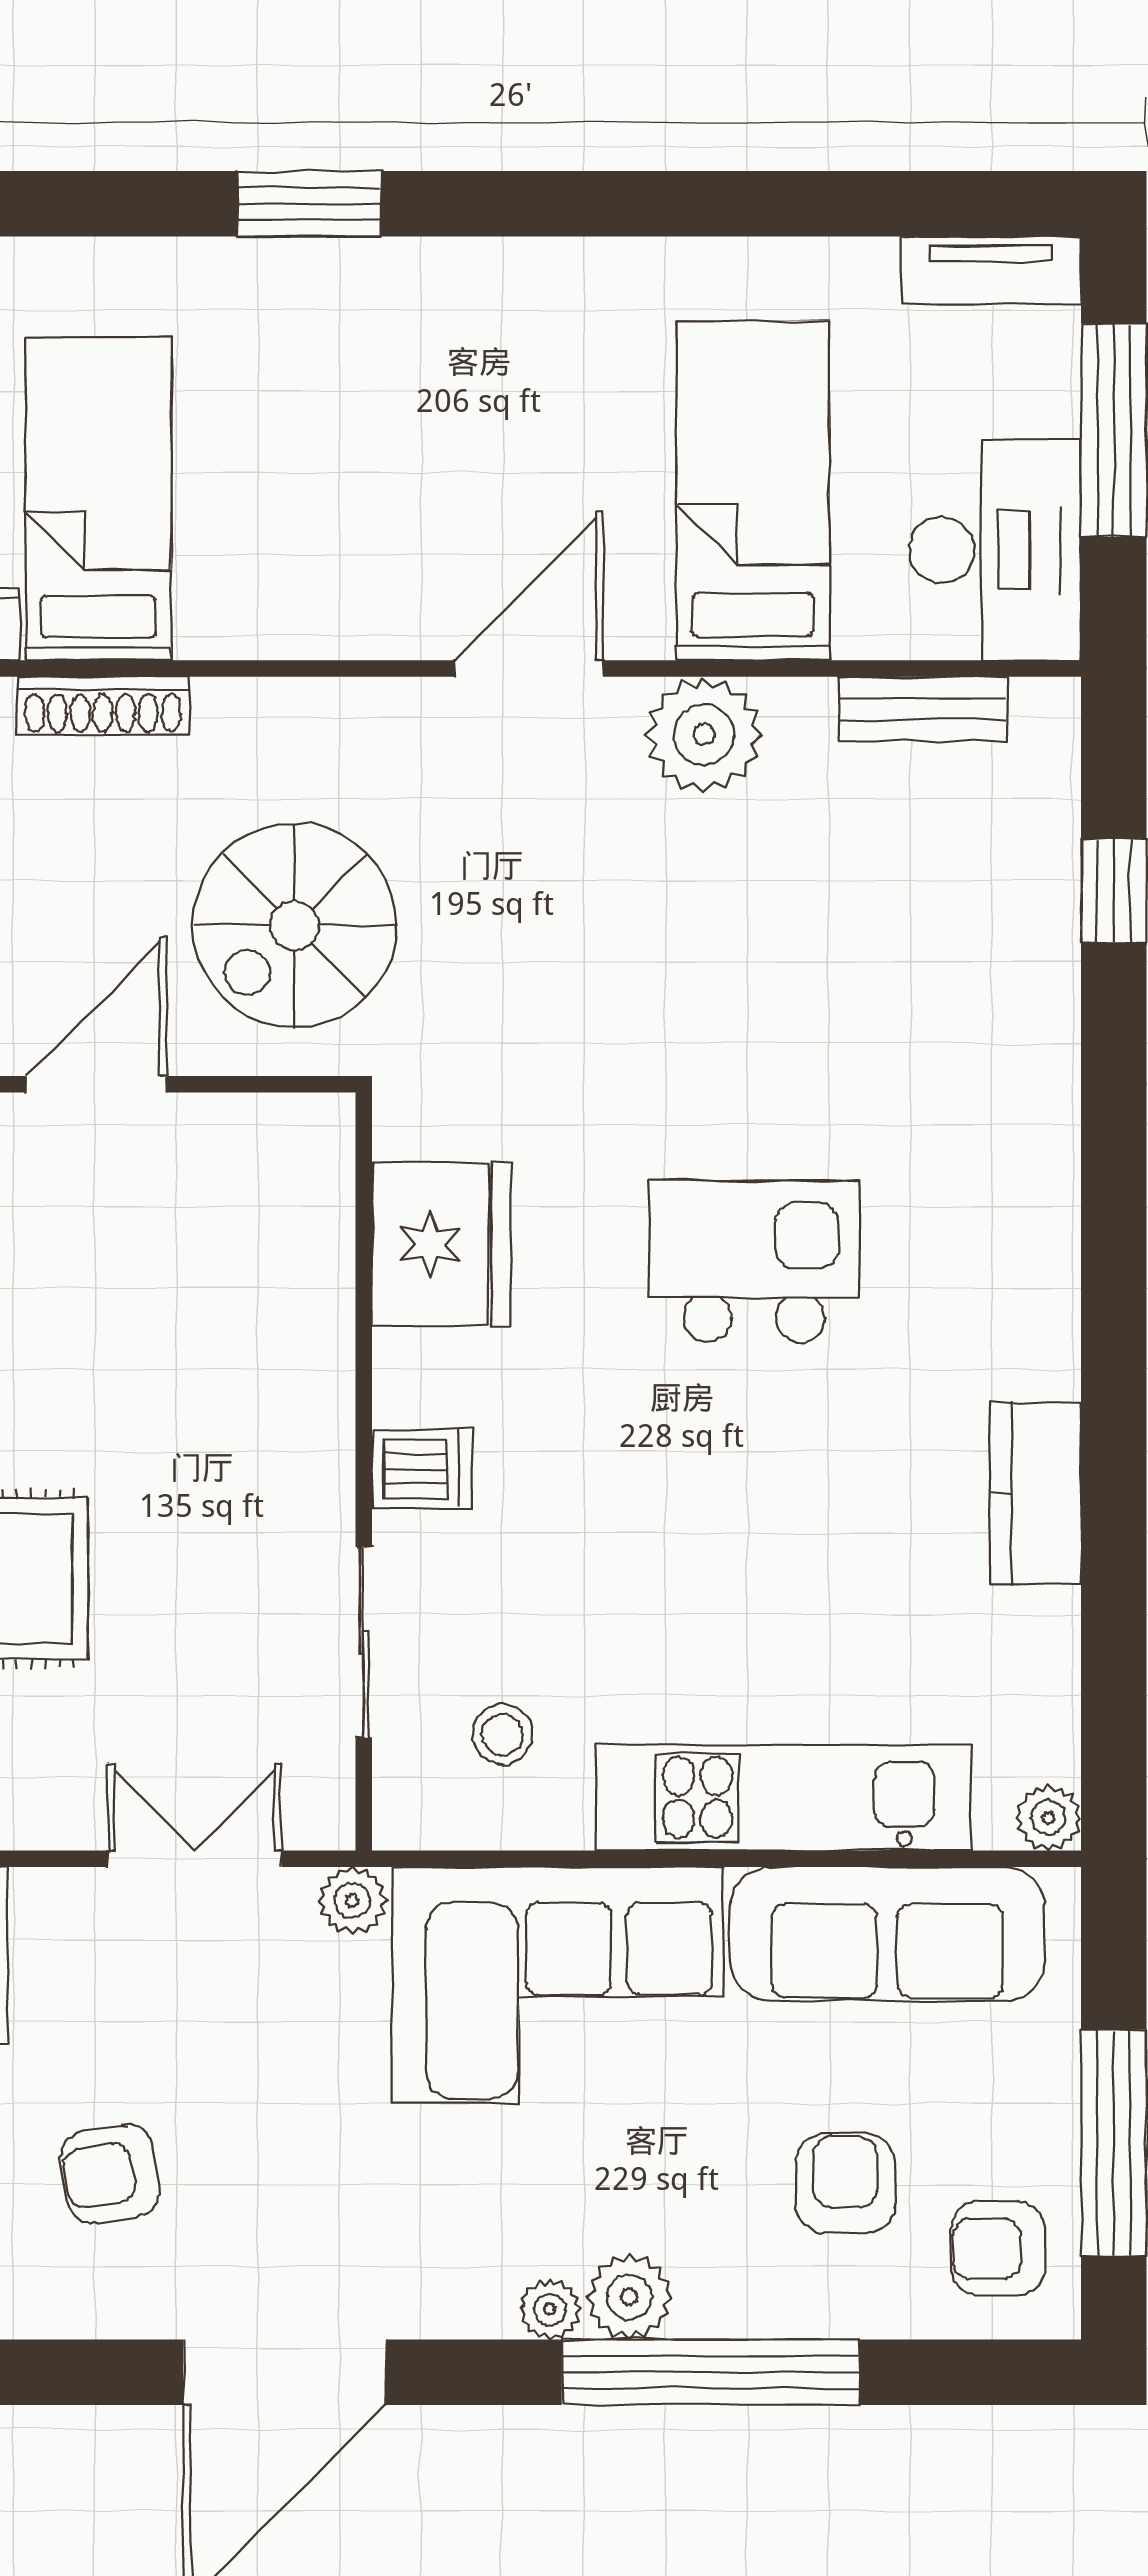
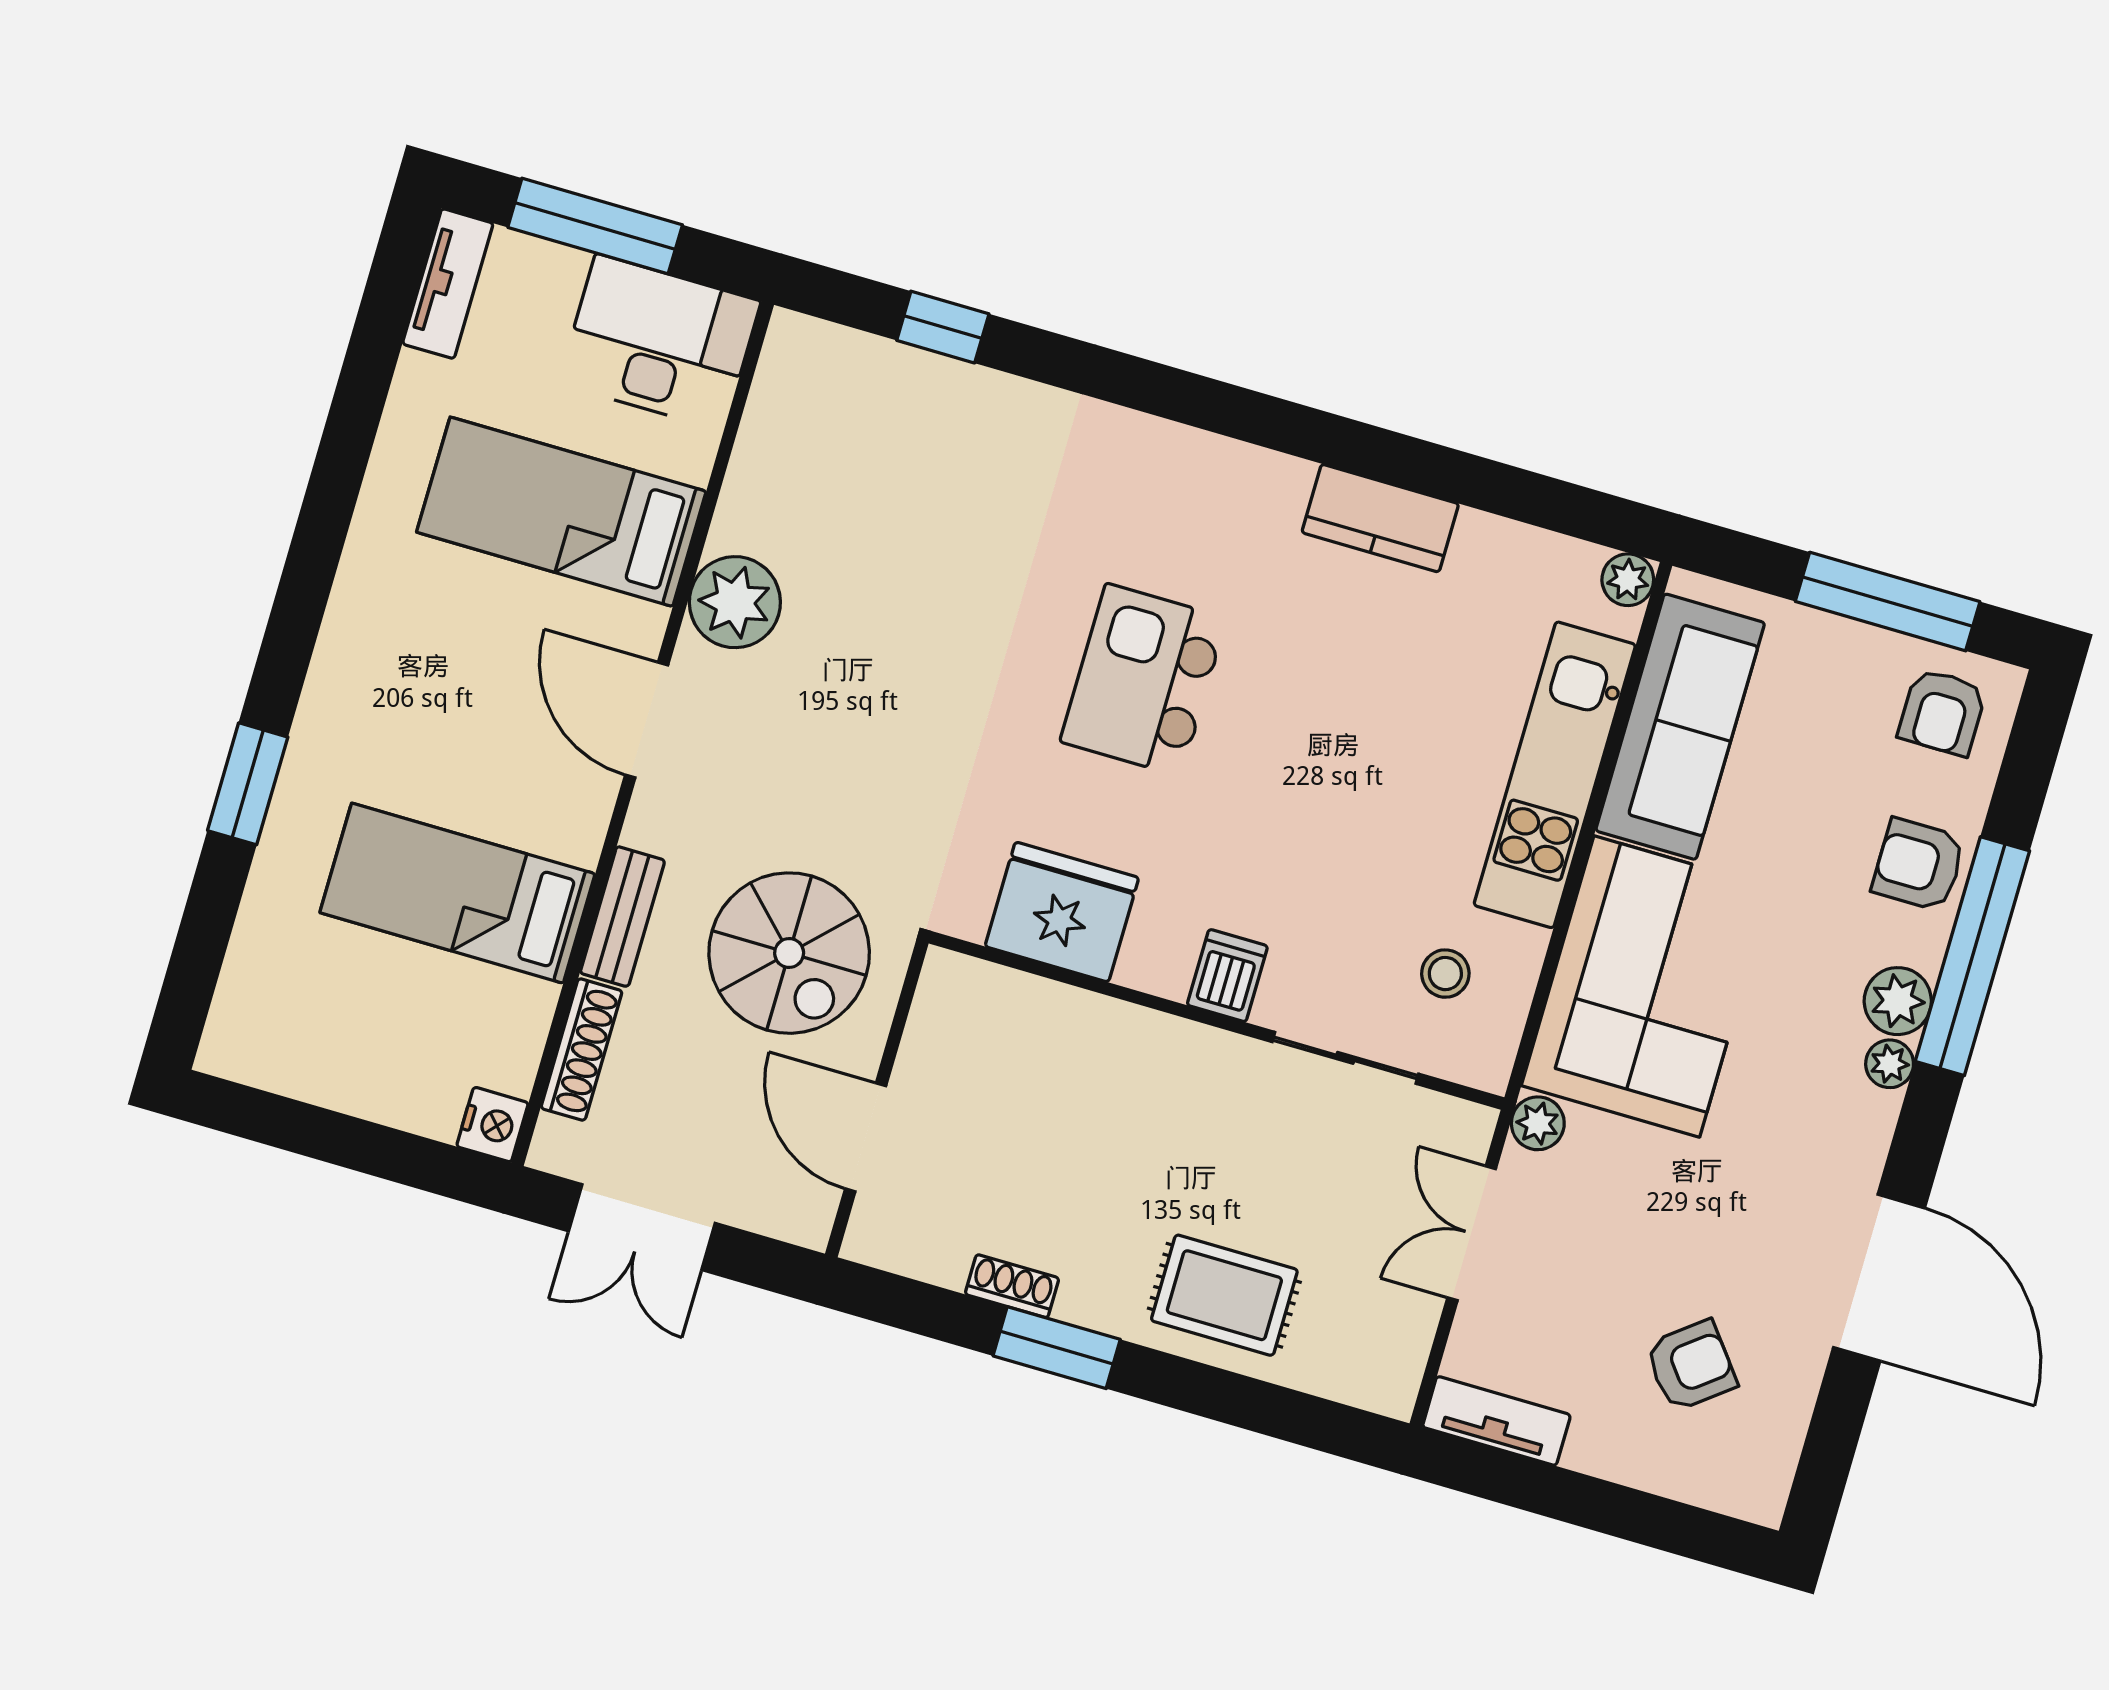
bed: (98, 499) -> (457, 893), moved
bench: (922, 709) -> (622, 917), moved
armchair: (110, 2174) -> (1691, 1366), turned -119
armchair: (845, 2184) -> (1919, 865), moved

